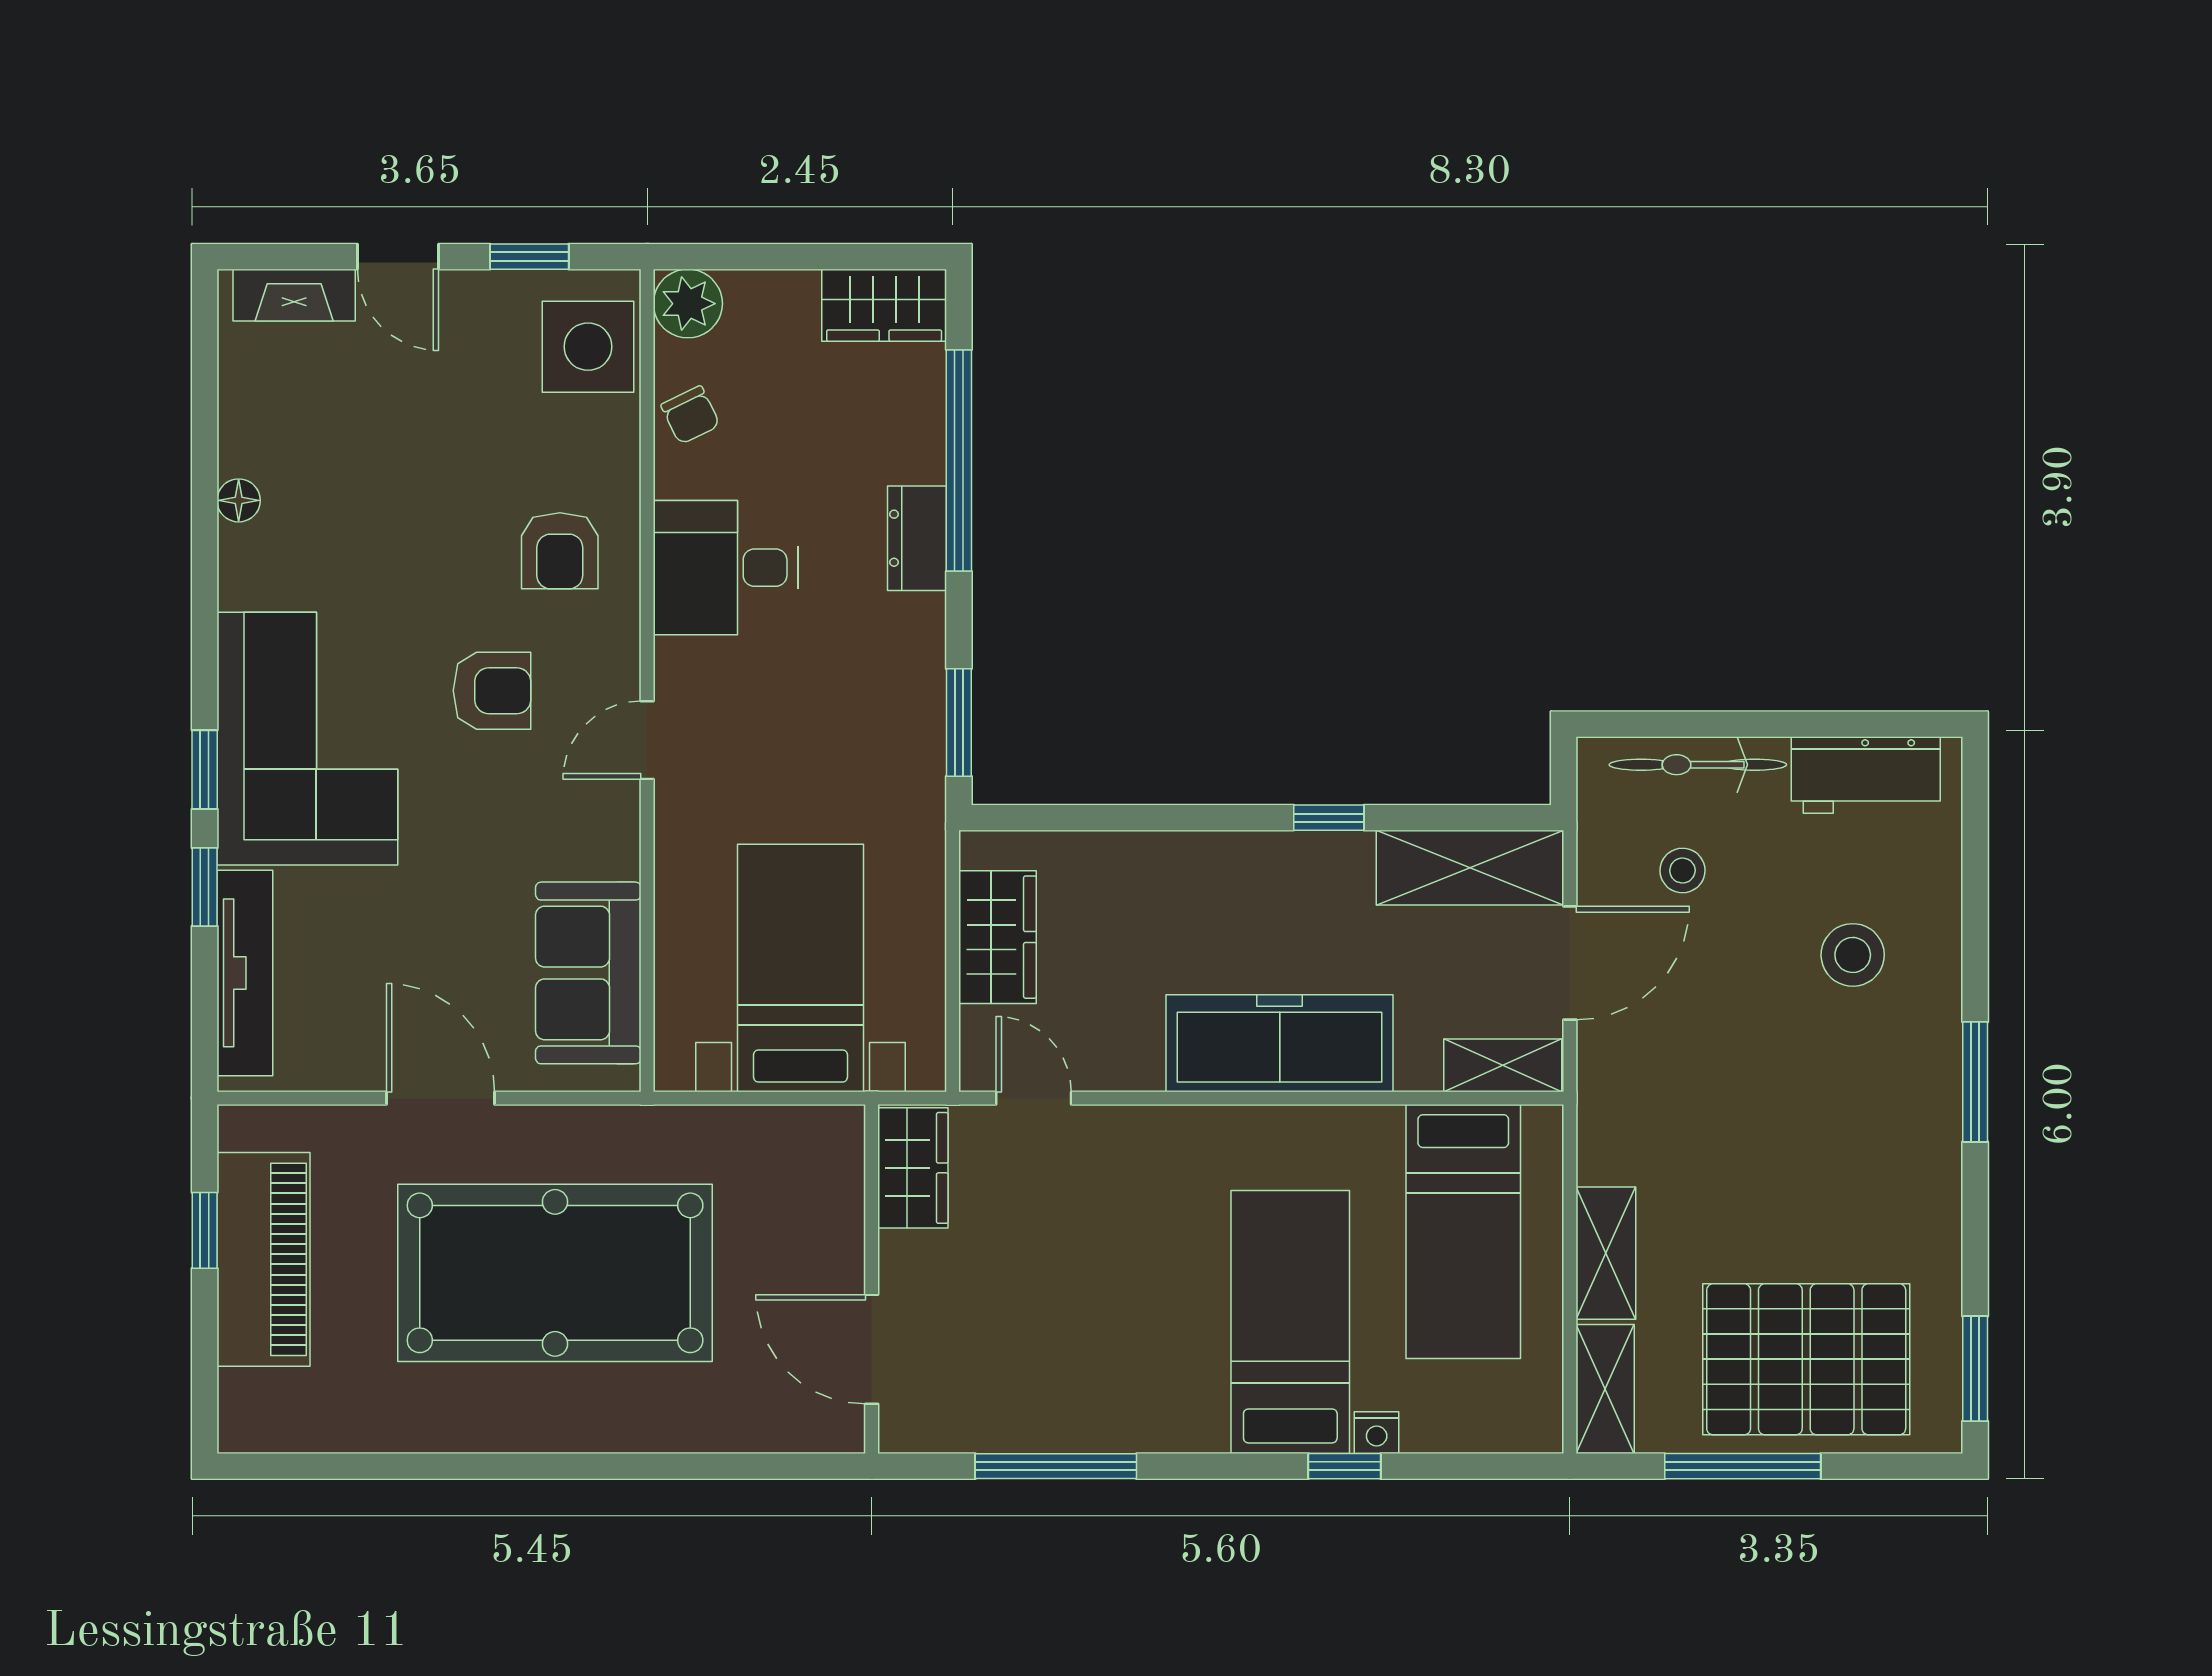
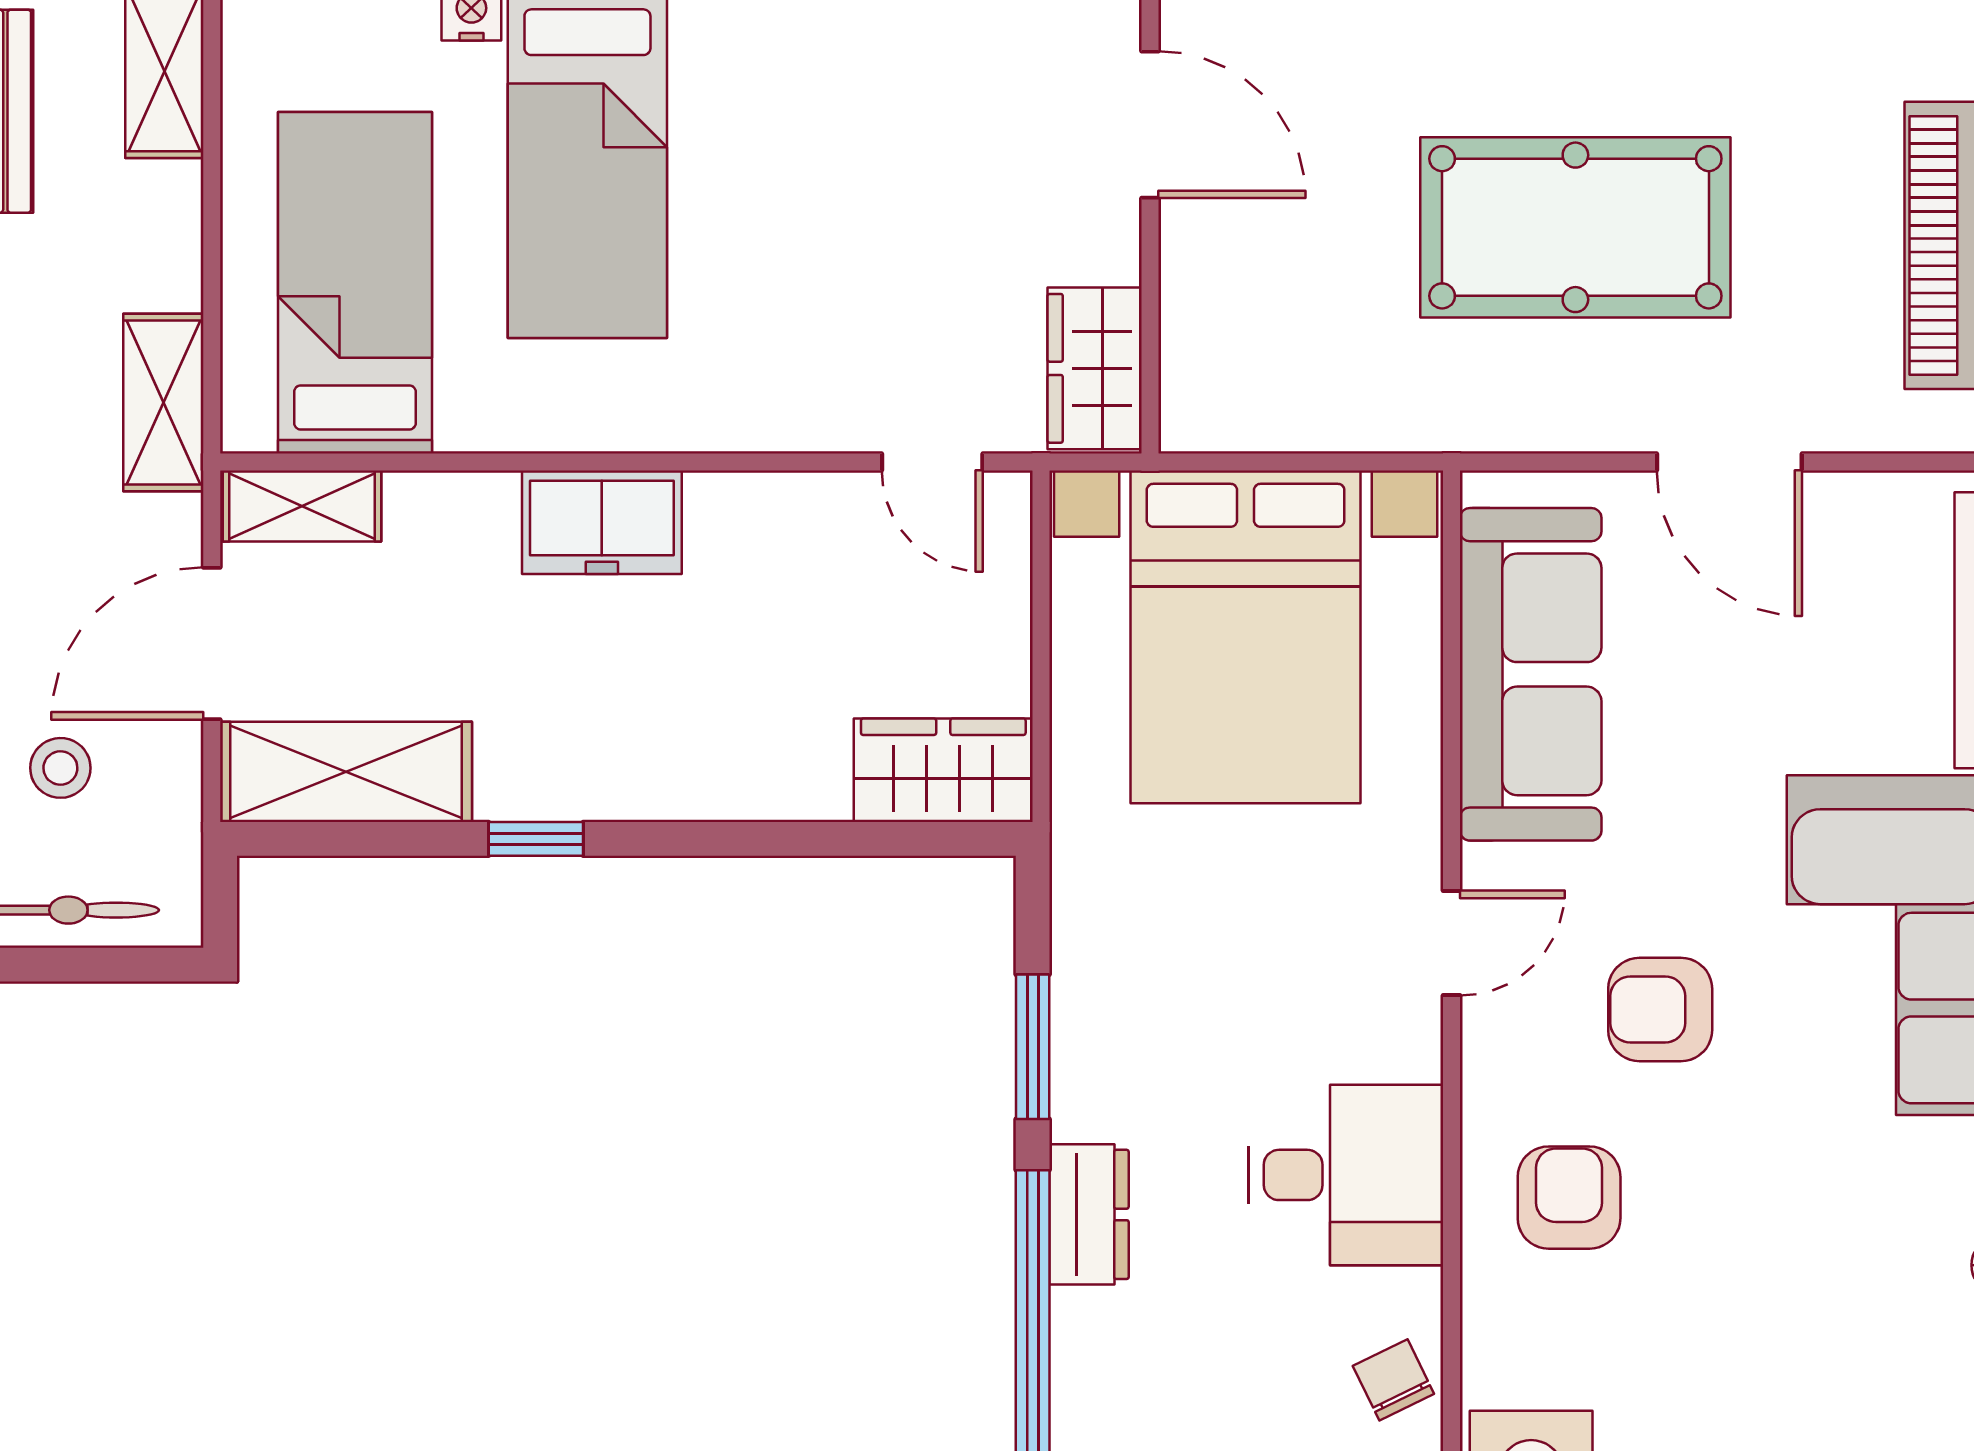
window: (959, 723) -> (1033, 1047), moved
wardrobe: (997, 937) -> (943, 770), moved, turned 90
bed with nightstands: (801, 968) -> (1246, 637), width x1.36
sofa: (588, 973) -> (1531, 674), width x1.36
freezer: (1280, 1043) -> (602, 522), width x0.52, depth x0.79
shelving: (1606, 1253) -> (163, 403), moved
pool table: (555, 1273) -> (1575, 227), width x0.73, depth x0.76

